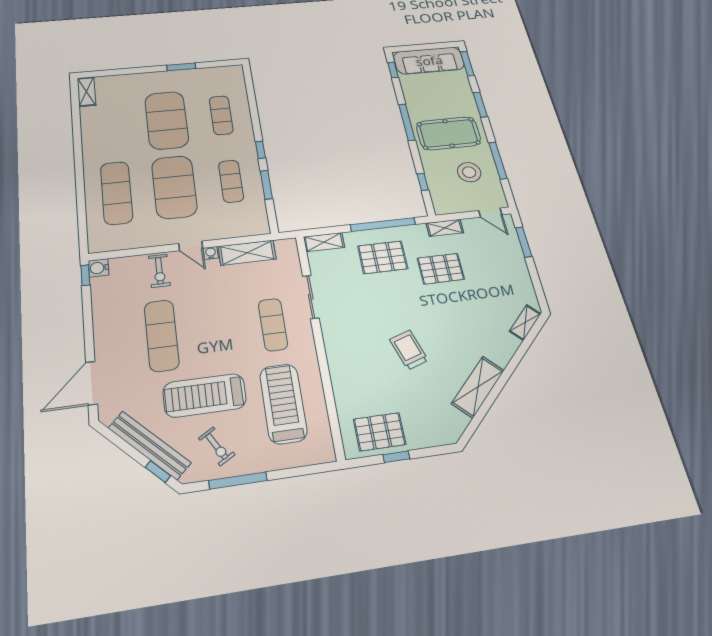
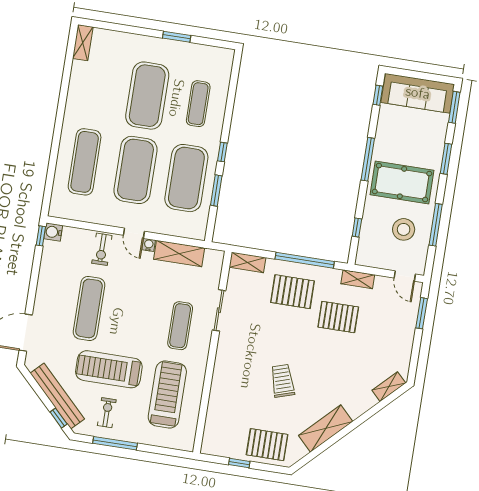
exercise mat: (231, 181) -> (186, 178), width x2.00, depth x1.45
pallet: (380, 432) -> (267, 445), moved
exercise bike: (217, 446) -> (107, 413), turned -150

